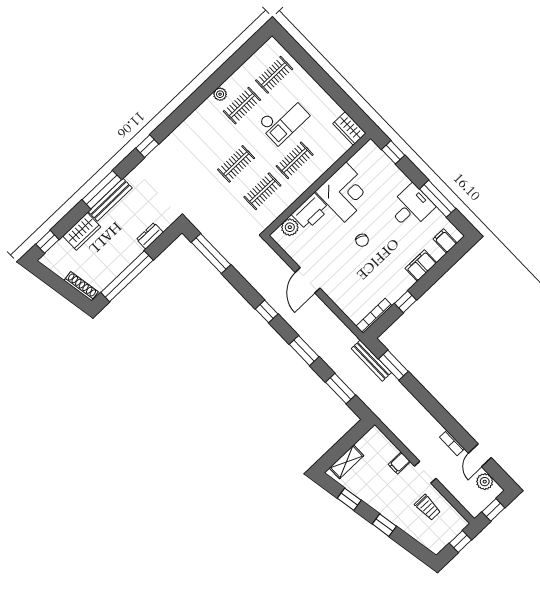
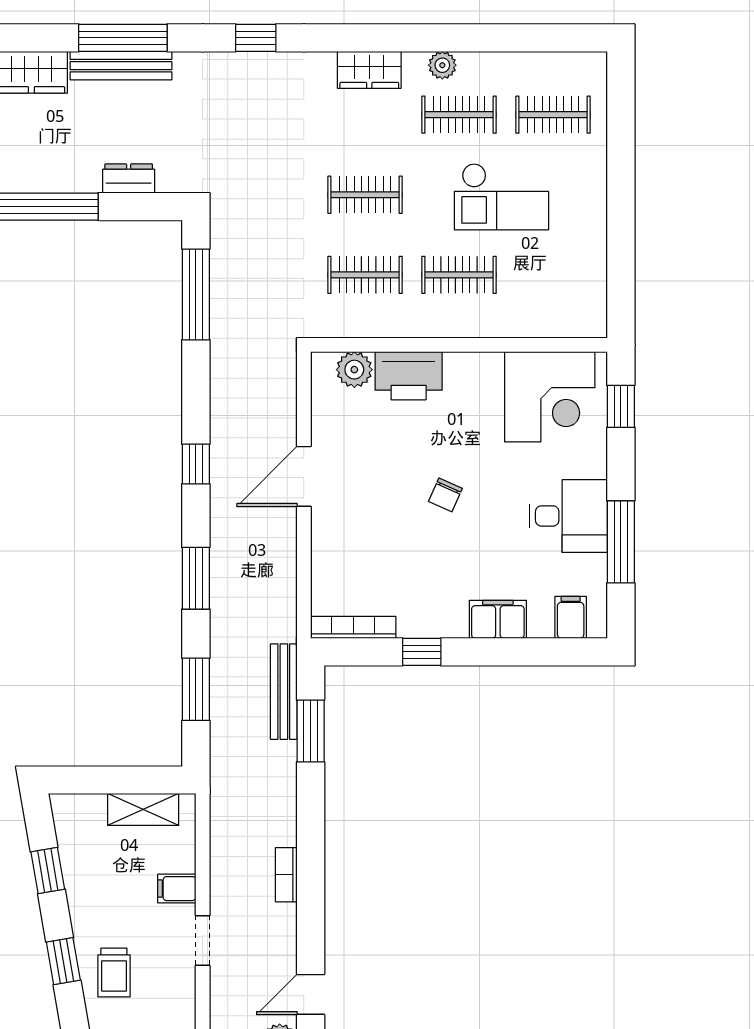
wardrobe: (349, 129) -> (369, 70), moved, turned -90
corner desk: (345, 192) -> (550, 397), moved
bookcase: (452, 443) -> (286, 875), moved
shelving: (346, 462) -> (143, 809), moved
trolley: (428, 508) -> (114, 973), moved

